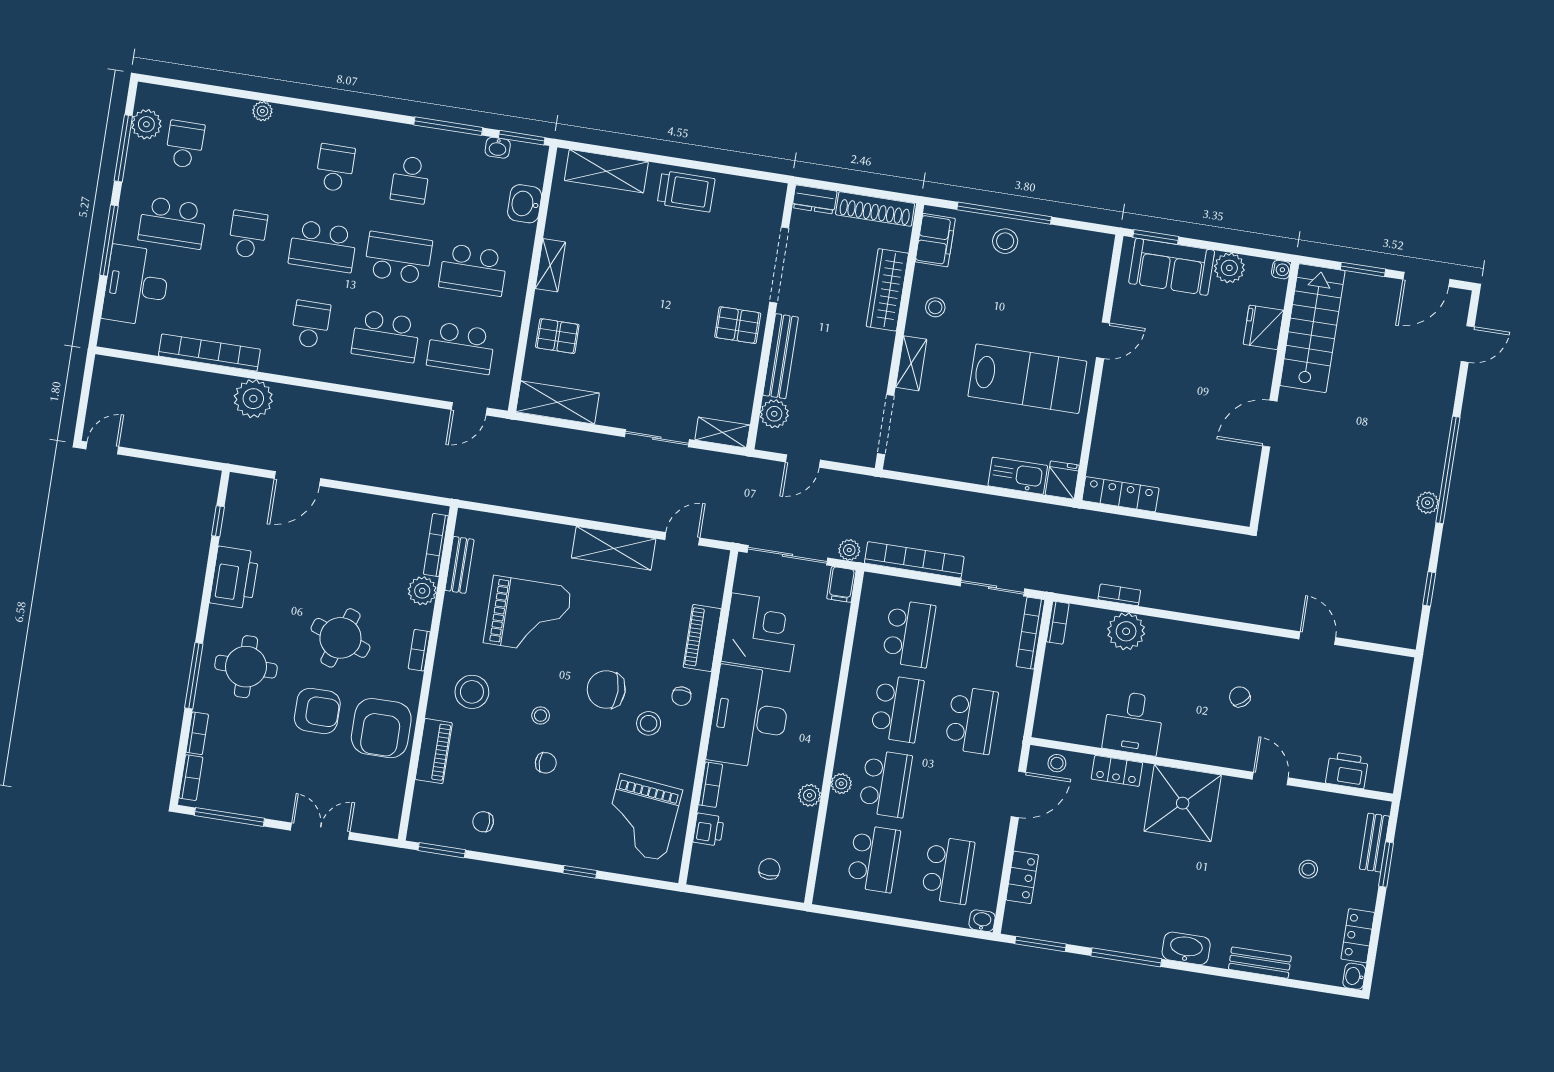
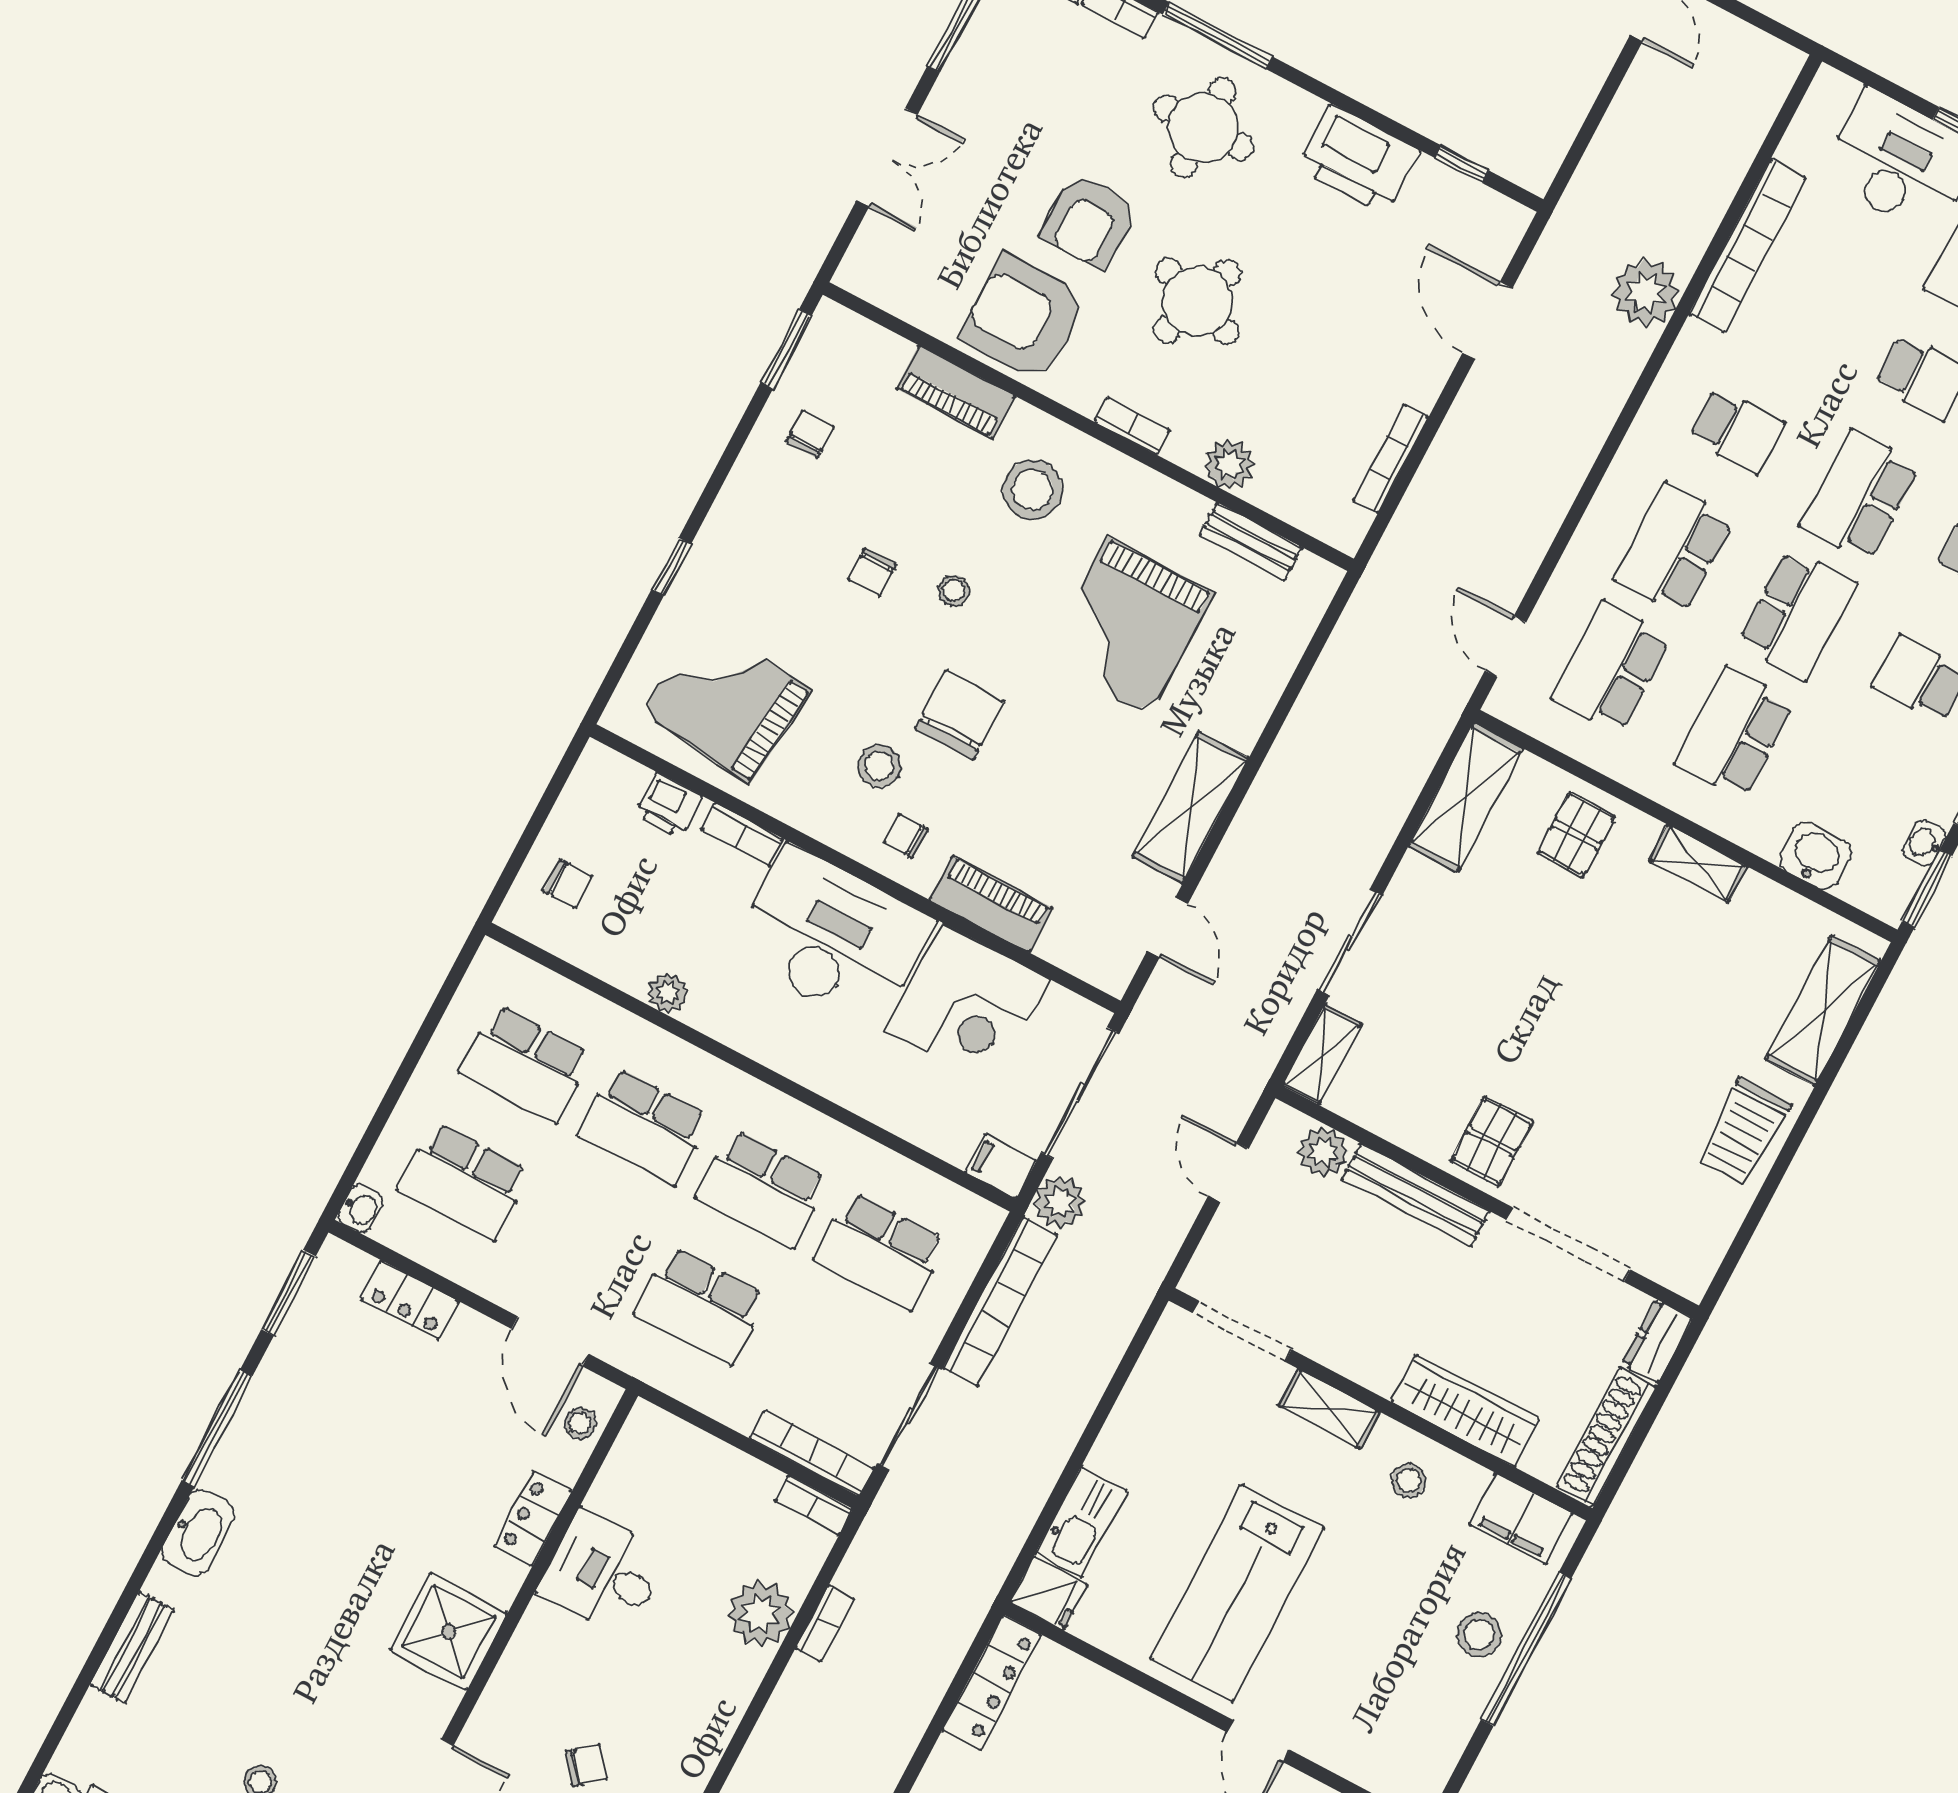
bookcase: (436, 545) -> (1391, 459), moved, turned -90
plant: (849, 550) -> (1060, 1202), width x1.38, depth x1.38
plant: (841, 784) -> (669, 1052), removed
shower: (1183, 803) -> (449, 1631), width x0.73, depth x0.73

